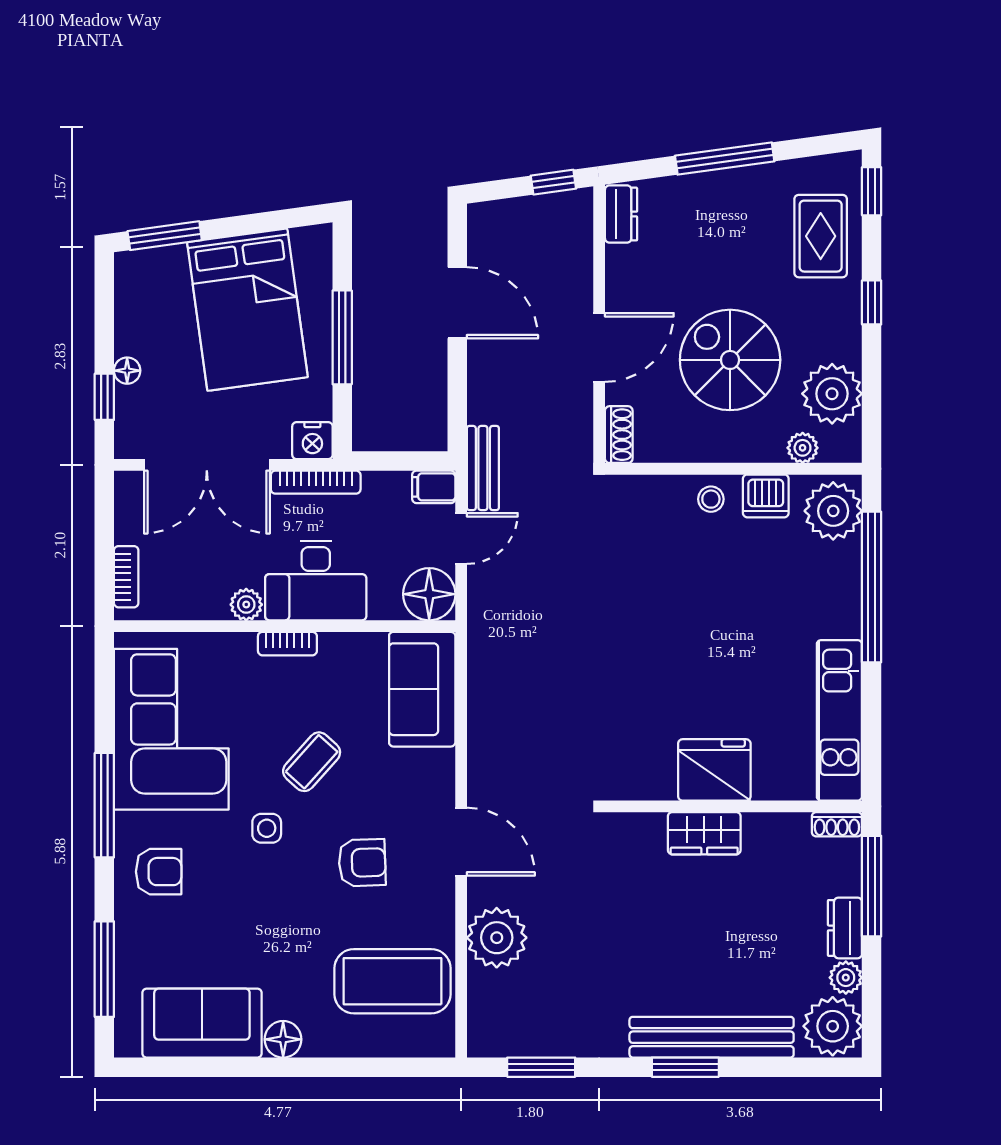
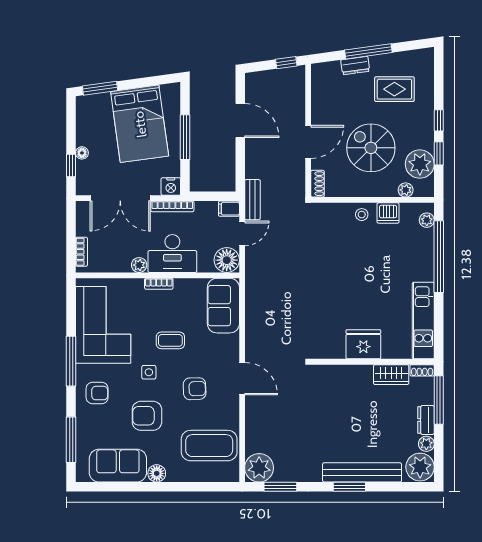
window: (872, 191) -> (439, 153), moved
dresser: (621, 214) -> (355, 66), moved, turned 82
rug: (821, 236) -> (394, 89), moved, turned 90
plant: (833, 511) -> (427, 220), width x0.53, depth x0.53
coffee table: (312, 762) -> (170, 340), turned 48
wardrobe: (704, 833) -> (391, 375), moved
armchair: (263, 919) -> (147, 416), added
plant: (497, 938) -> (259, 468), moved

